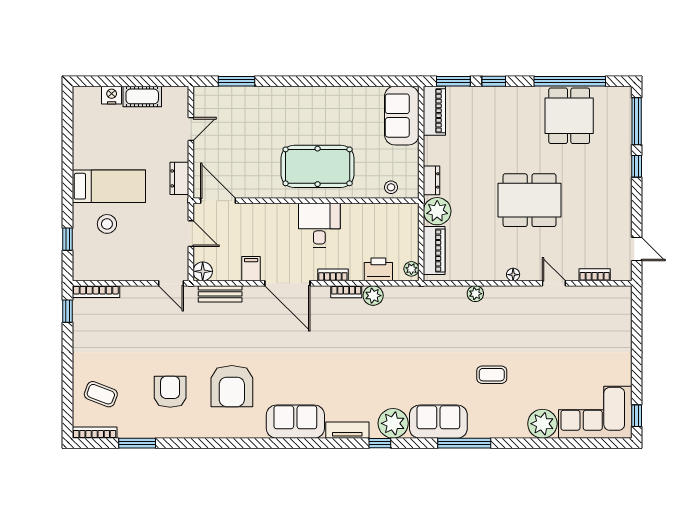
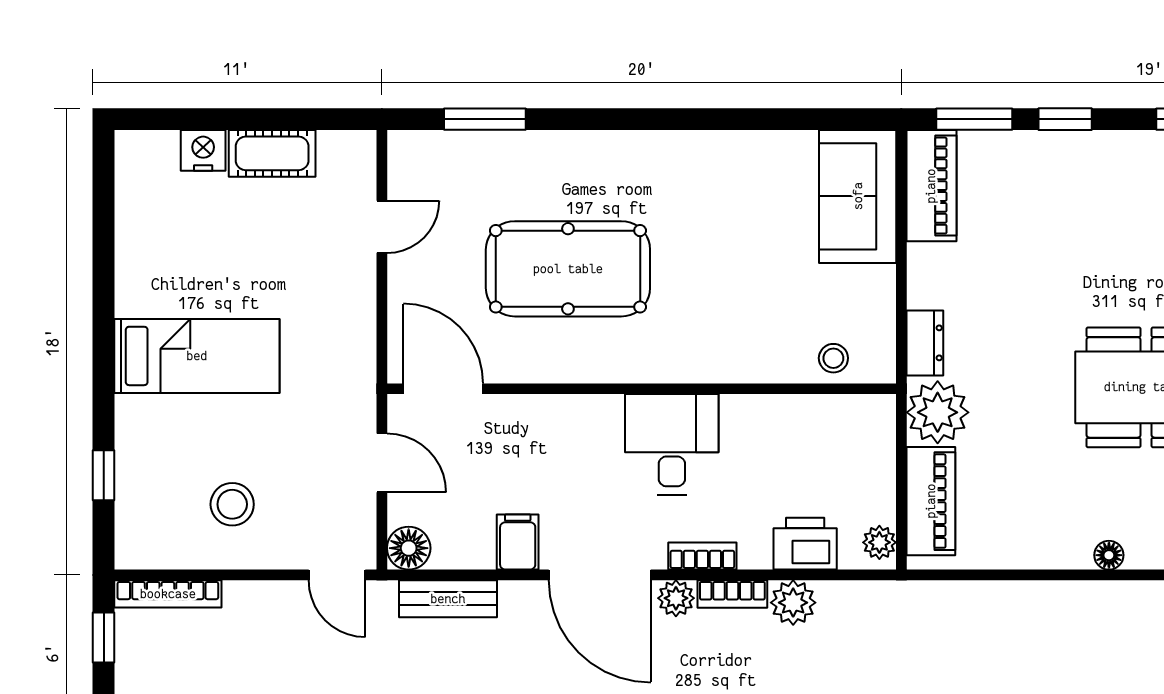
pool table: (318, 166) -> (568, 269), moved
dresser: (179, 178) -> (356, 338), removed
stool: (107, 224) -> (232, 504), moved
plant: (475, 294) -> (676, 598), moved

